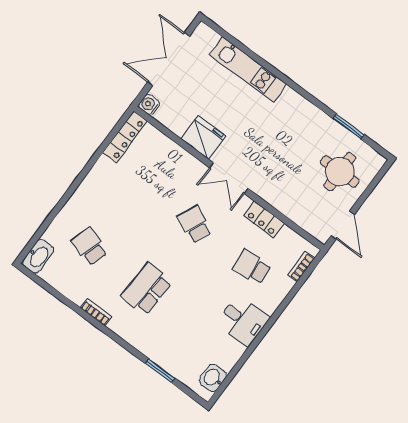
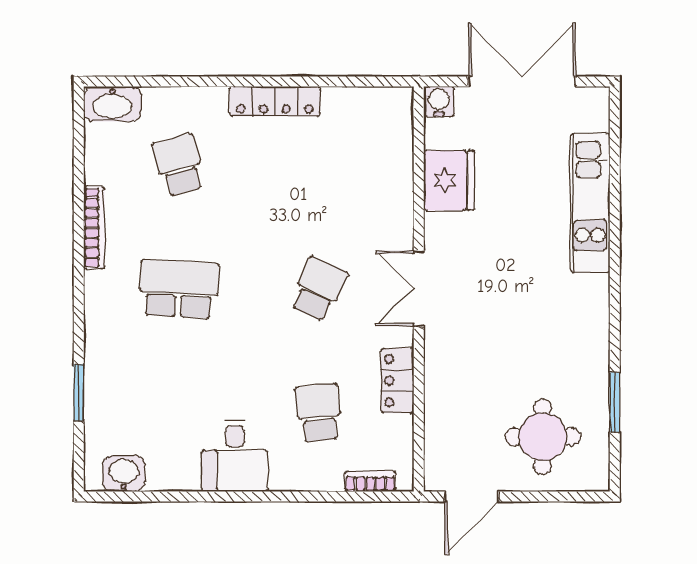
locker: (125, 137) -> (275, 101), moved
fridge: (203, 137) -> (449, 180), moved
school desk: (89, 246) -> (179, 165), turned -33
bookcase: (96, 312) -> (94, 228), width x1.56

